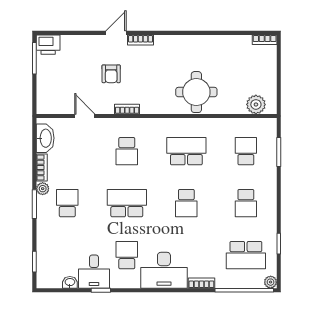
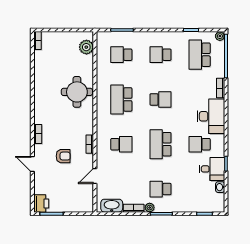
door: (116, 33) -> (32, 164), moved
school desk: (246, 203) -> (160, 55), turned 180
school desk: (246, 255) -> (200, 55), turned 180

